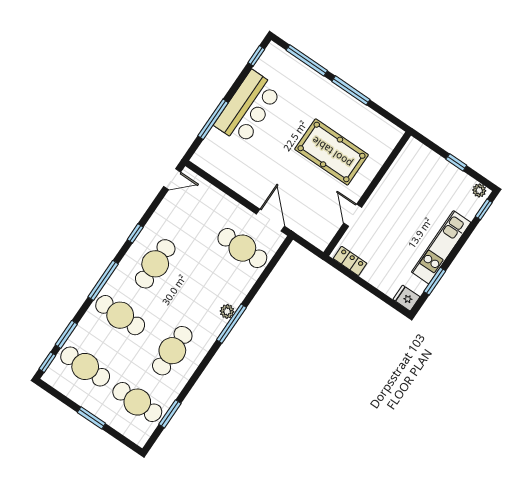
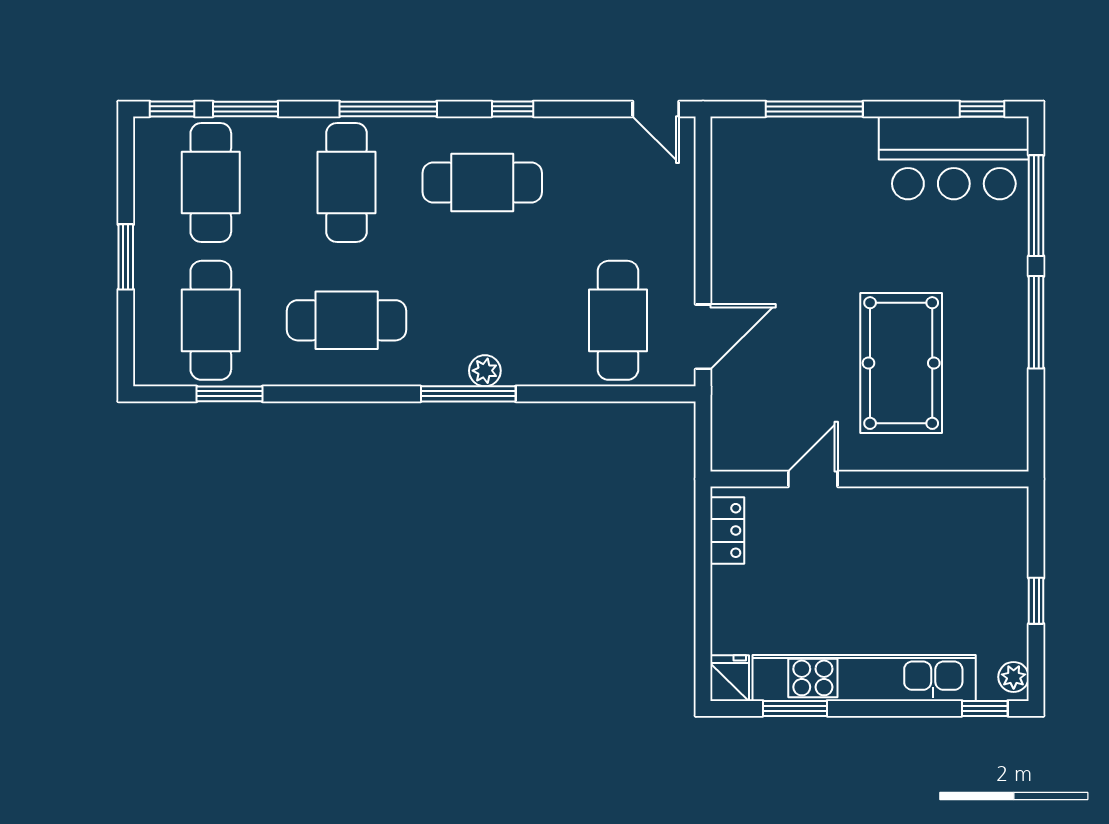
bar counter: (248, 108) -> (954, 158), moved
kitchen unit: (441, 247) -> (864, 678), width x1.36

